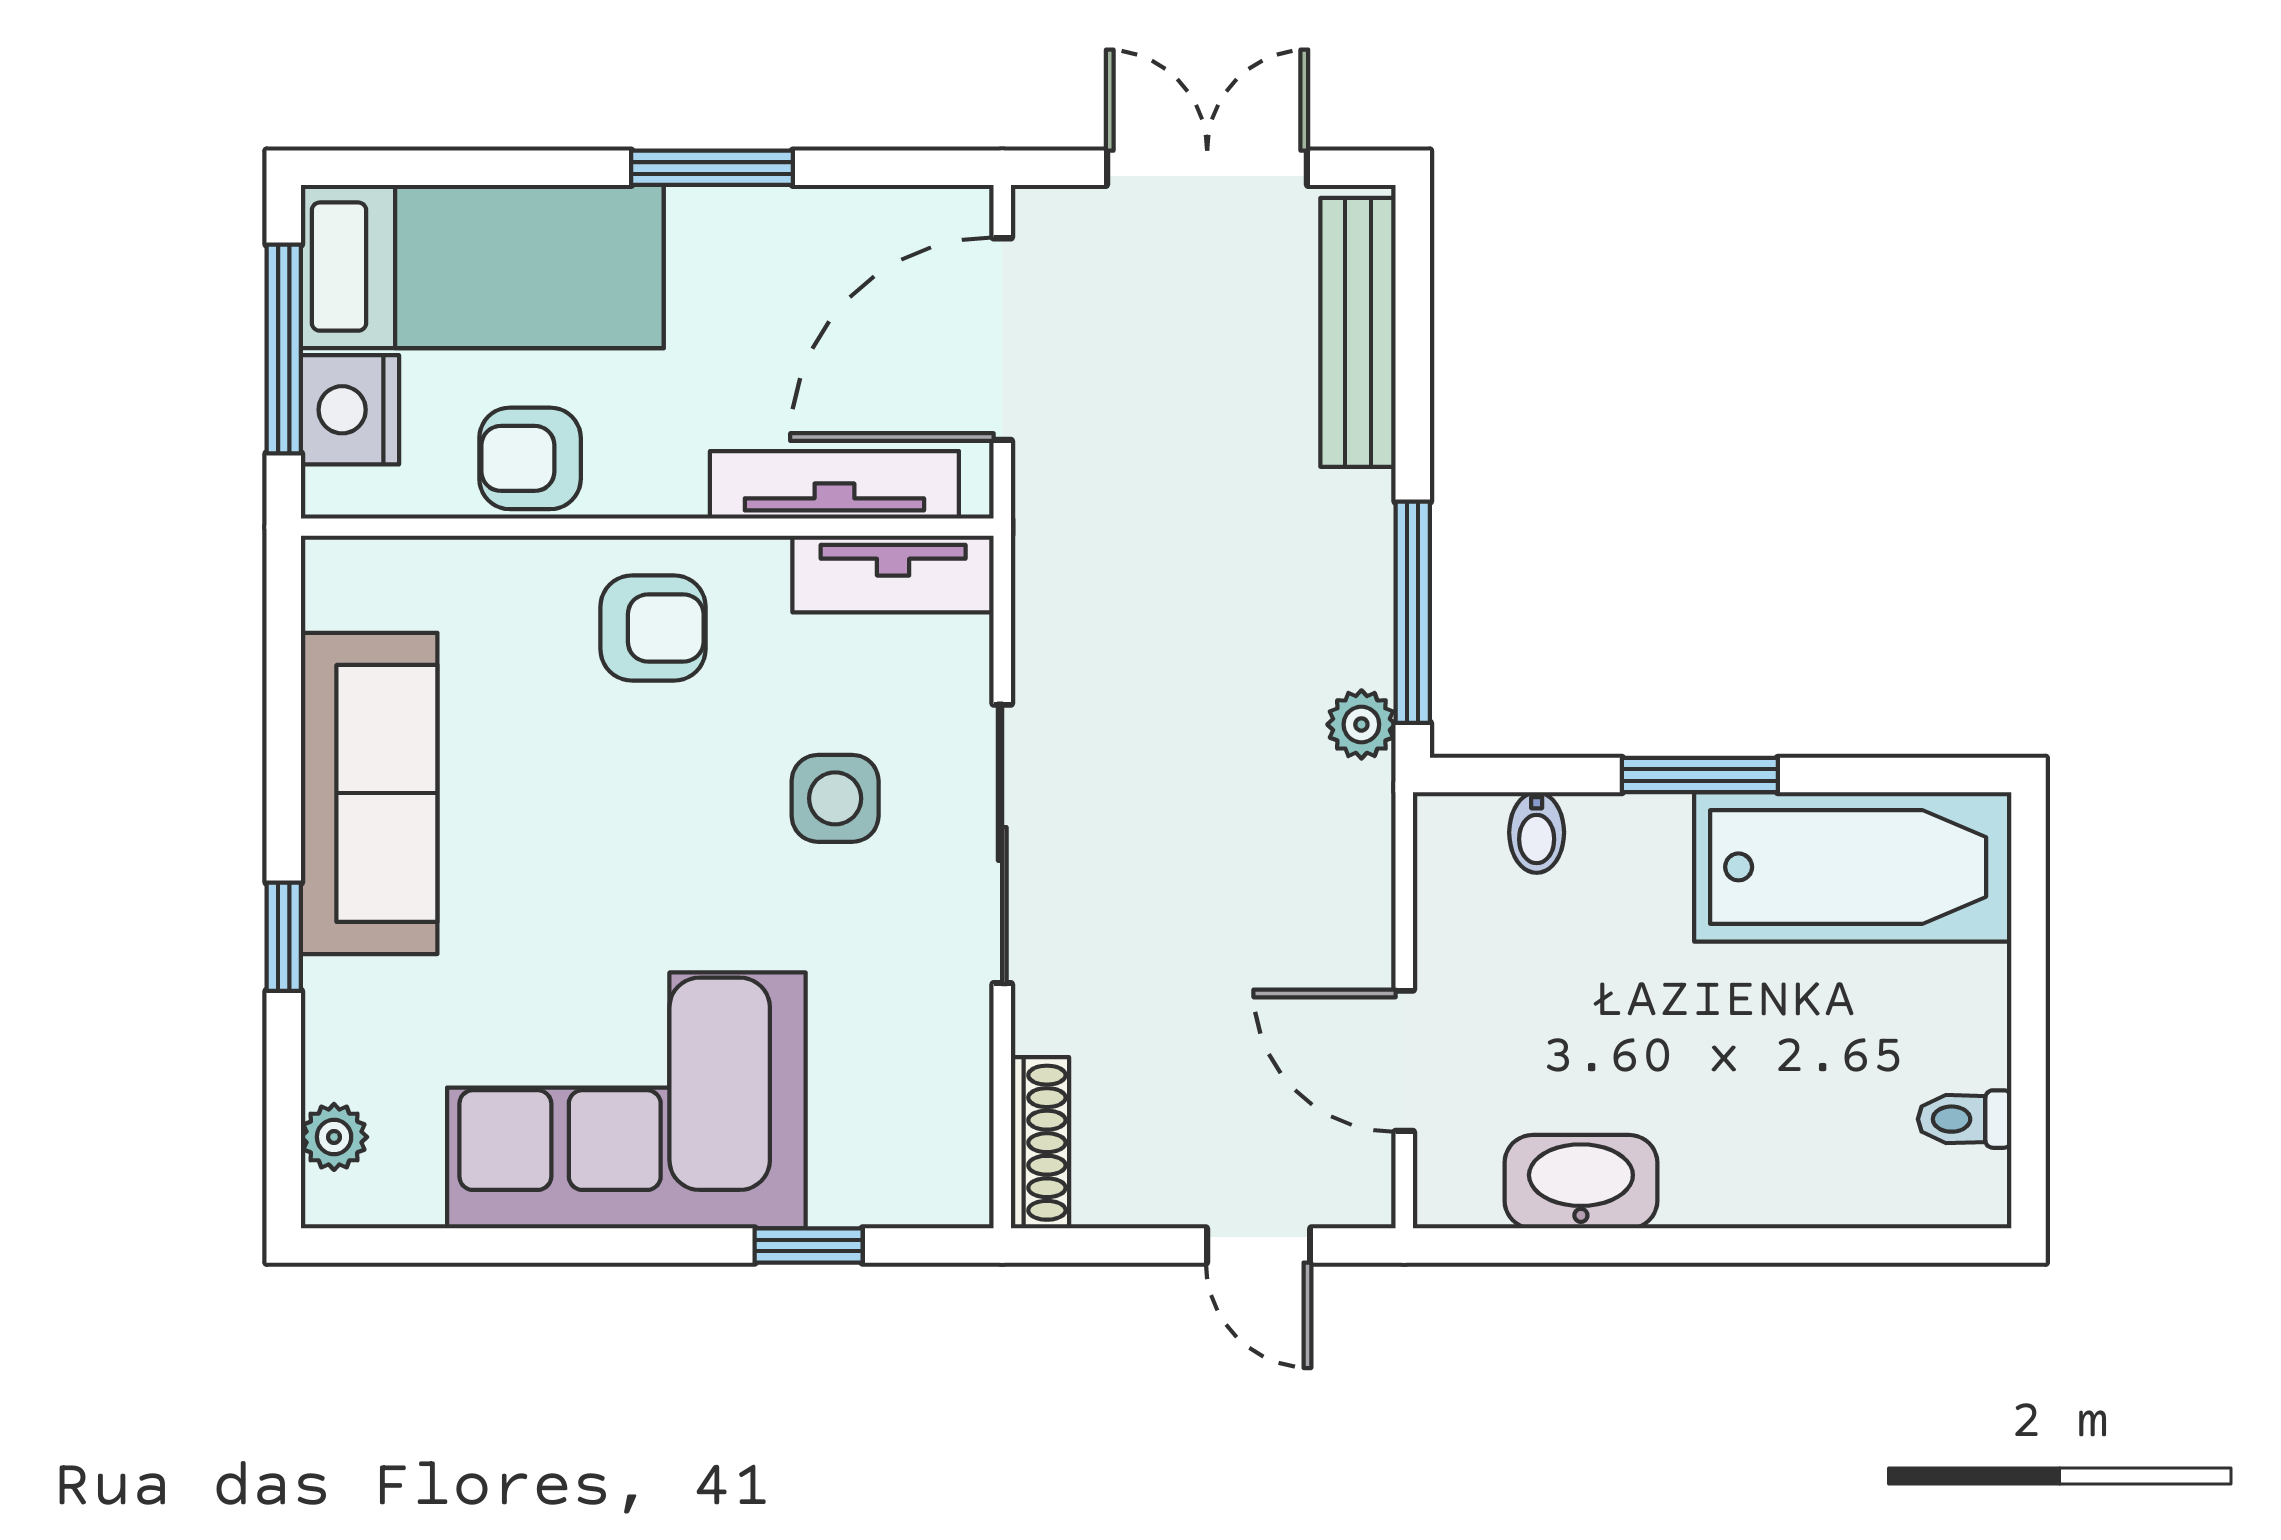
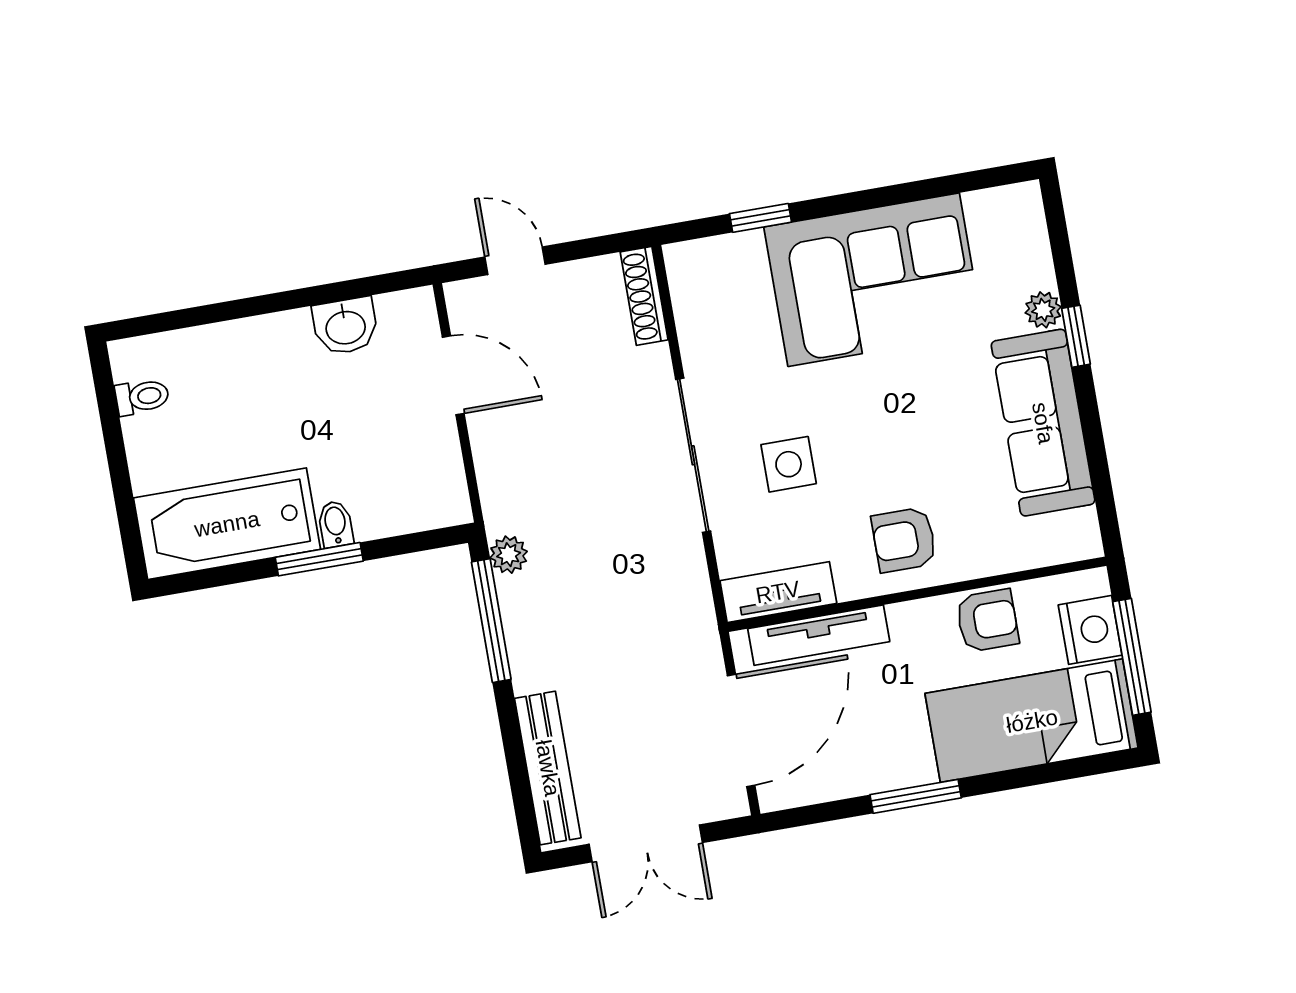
bidet: (1537, 833) -> (336, 524), moved
plant: (334, 1137) -> (1043, 310), moved
washbasin: (1581, 1182) -> (345, 326), width x0.72

